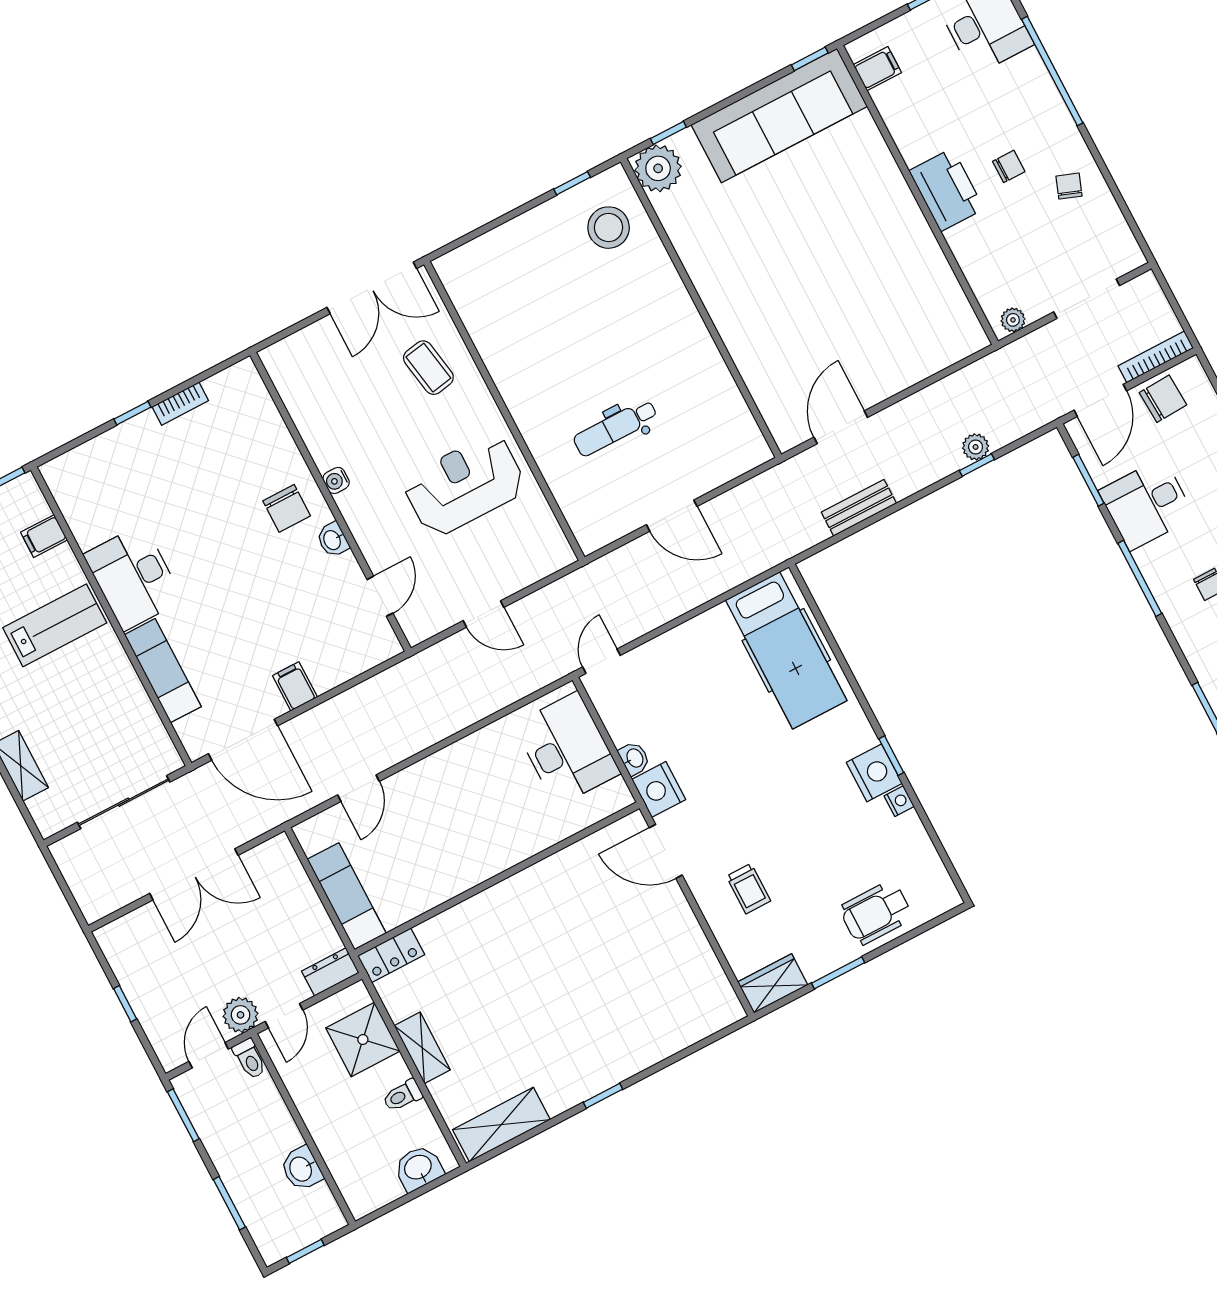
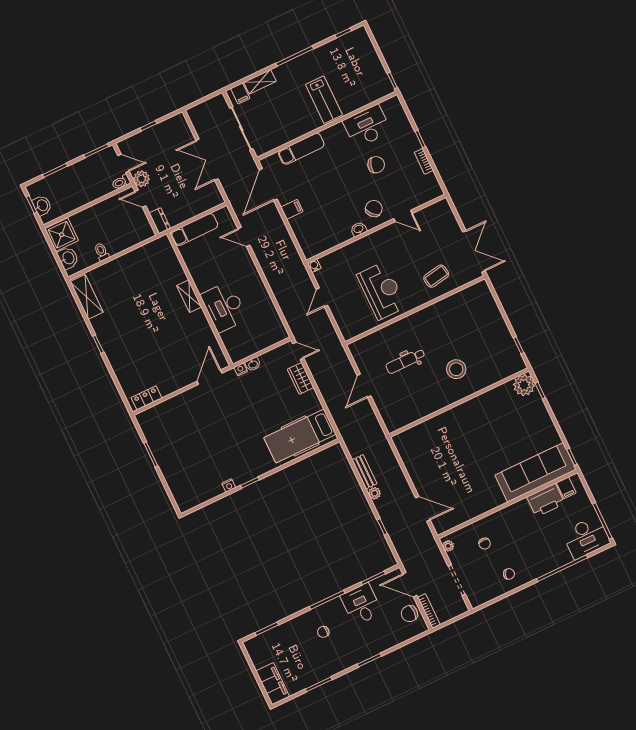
sofa: (779, 115) -> (535, 472), moved, turned 90
chair: (1009, 166) -> (485, 544), moved
printer: (947, 190) -> (546, 500), moved
stool: (609, 228) -> (456, 369), moved
double door: (372, 288) -> (474, 251), swing flipped
chair: (1163, 399) -> (409, 614), turned 93
door: (841, 427) -> (423, 509), moved
dental chair: (615, 428) -> (405, 361), turned -90
plant: (976, 447) -> (375, 493), moved
water cooler: (336, 480) -> (314, 266), moved
chair: (191, 507) -> (376, 165), added
chair: (287, 508) -> (374, 209), turned 139
filing cabinet: (44, 536) -> (240, 93), moved, turned 180
desk: (133, 577) -> (367, 126), moved
door: (380, 596) -> (403, 216), moved
desk: (567, 749) -> (224, 307), moved, turned 90
nightstand: (874, 773) -> (242, 474), removed
nightstand: (659, 789) -> (241, 369), width x0.53, depth x0.56
trolley: (748, 889) -> (191, 415), removed
wheelchair: (876, 913) -> (178, 473), removed
locker: (391, 955) -> (146, 398), moved, turned 90
wardrobe: (773, 983) -> (301, 378), moved, turned 180
shower: (363, 1040) -> (62, 235), moved
shelving: (422, 1048) -> (189, 296), moved, turned 90
washbasin: (301, 1169) -> (42, 205), moved, turned 90

